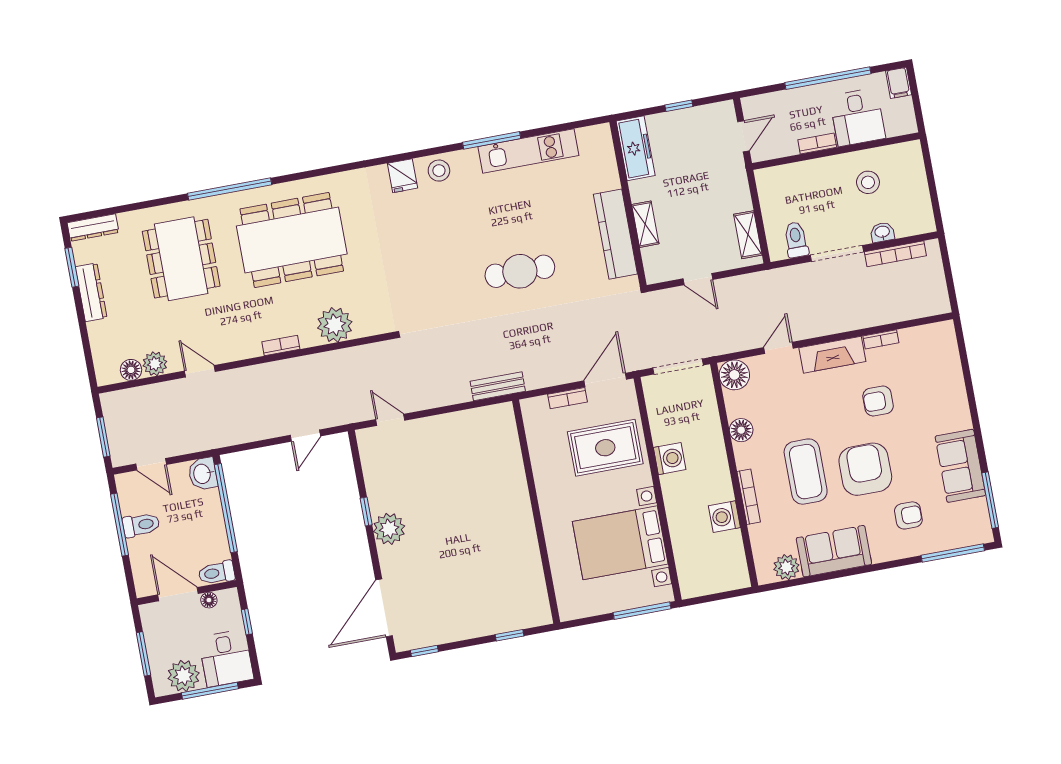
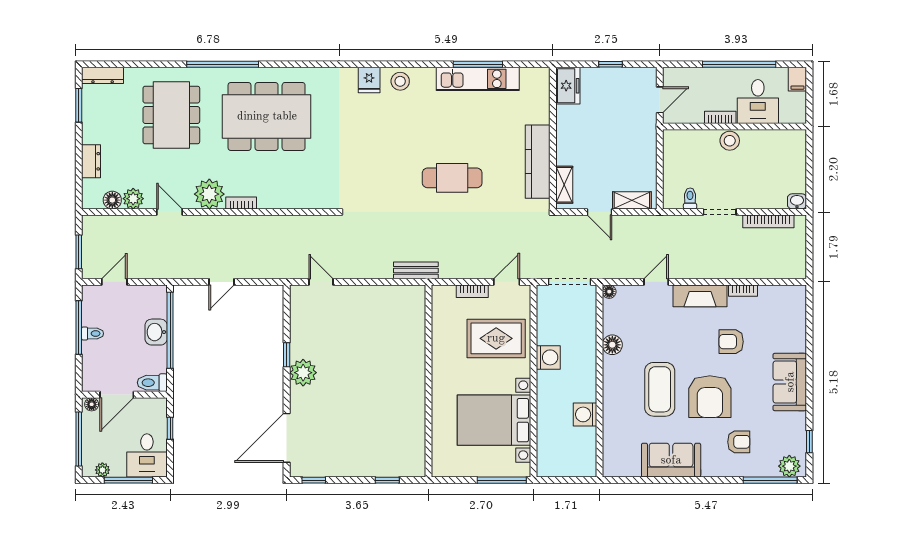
window: (492, 140) -> (478, 64), moved
freezer: (636, 148) -> (568, 86), width x0.71
stool: (868, 182) -> (730, 141), moved
shelving: (645, 224) -> (564, 185), moved
washbasin: (882, 232) -> (797, 201), moved
shelving: (748, 235) -> (632, 200), moved, turned 90
toilet: (796, 240) -> (690, 198), width x0.73, depth x0.72
doorway: (837, 253) -> (720, 212), width x0.73
dresser: (91, 292) -> (91, 161), moved, width x0.70
plant: (335, 325) -> (209, 194), moved
floor lamp: (734, 375) -> (609, 292), width x0.53, depth x0.53
door: (605, 380) -> (507, 282), width x0.73
door: (305, 436) -> (222, 282), moved
door: (151, 464) -> (114, 282), swing flipped
sofa: (960, 466) -> (790, 382), moved
armchair: (865, 469) -> (710, 397), turned 180
washbasin: (203, 474) -> (156, 332), moved
bookcase: (749, 497) -> (608, 402), removed
window: (990, 500) -> (809, 442), width x0.46
toilet: (141, 525) -> (93, 334), width x0.73, depth x0.72
plant: (786, 567) -> (789, 466), moved
door: (178, 594) -> (117, 395), swing flipped
floor lamp: (209, 600) -> (92, 404), moved
window: (143, 654) -> (79, 439), width x1.44
plant: (184, 676) -> (102, 470), width x0.53, depth x0.53

